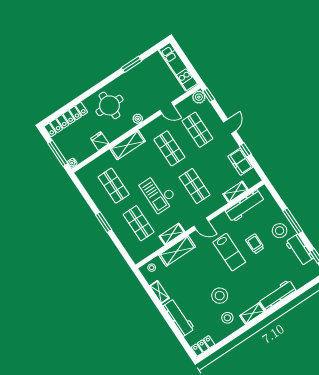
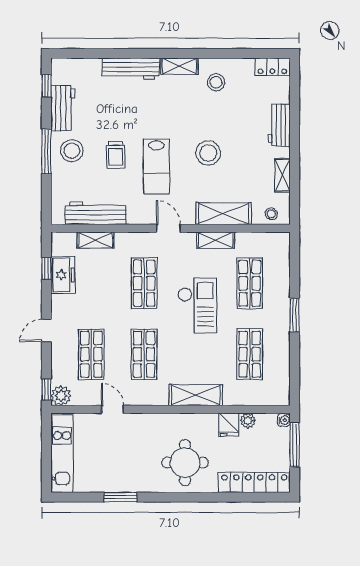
plant: (138, 119) -> (248, 421), moved
window: (245, 150) -> (46, 268), moved
lab bench: (229, 252) -> (156, 166), turned 180
stool: (220, 296) -> (208, 153), moved
workbench: (179, 317) -> (279, 125), width x0.73

